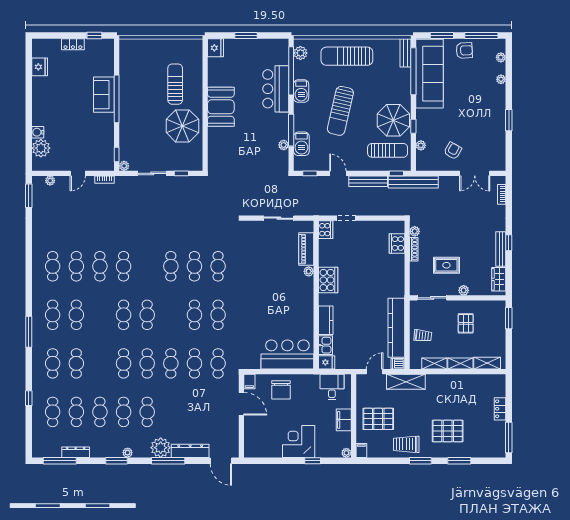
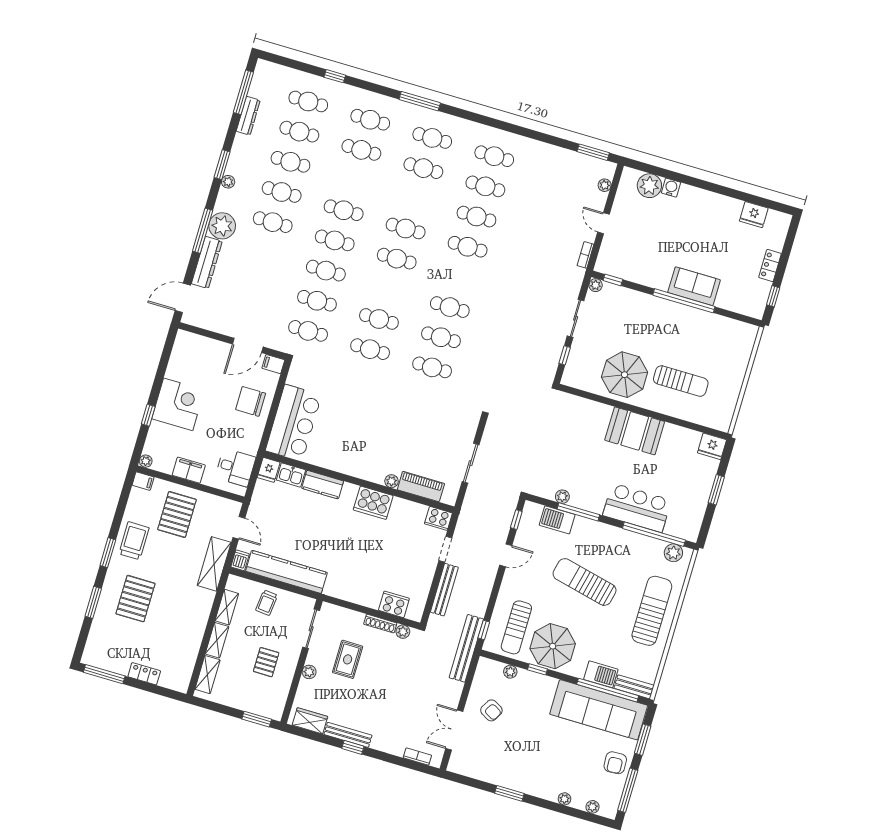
barbecue: (301, 91) -> (601, 674), moved, turned 180
bench: (368, 181) -> (444, 590), moved
pallet: (466, 323) -> (266, 662), turned 90

